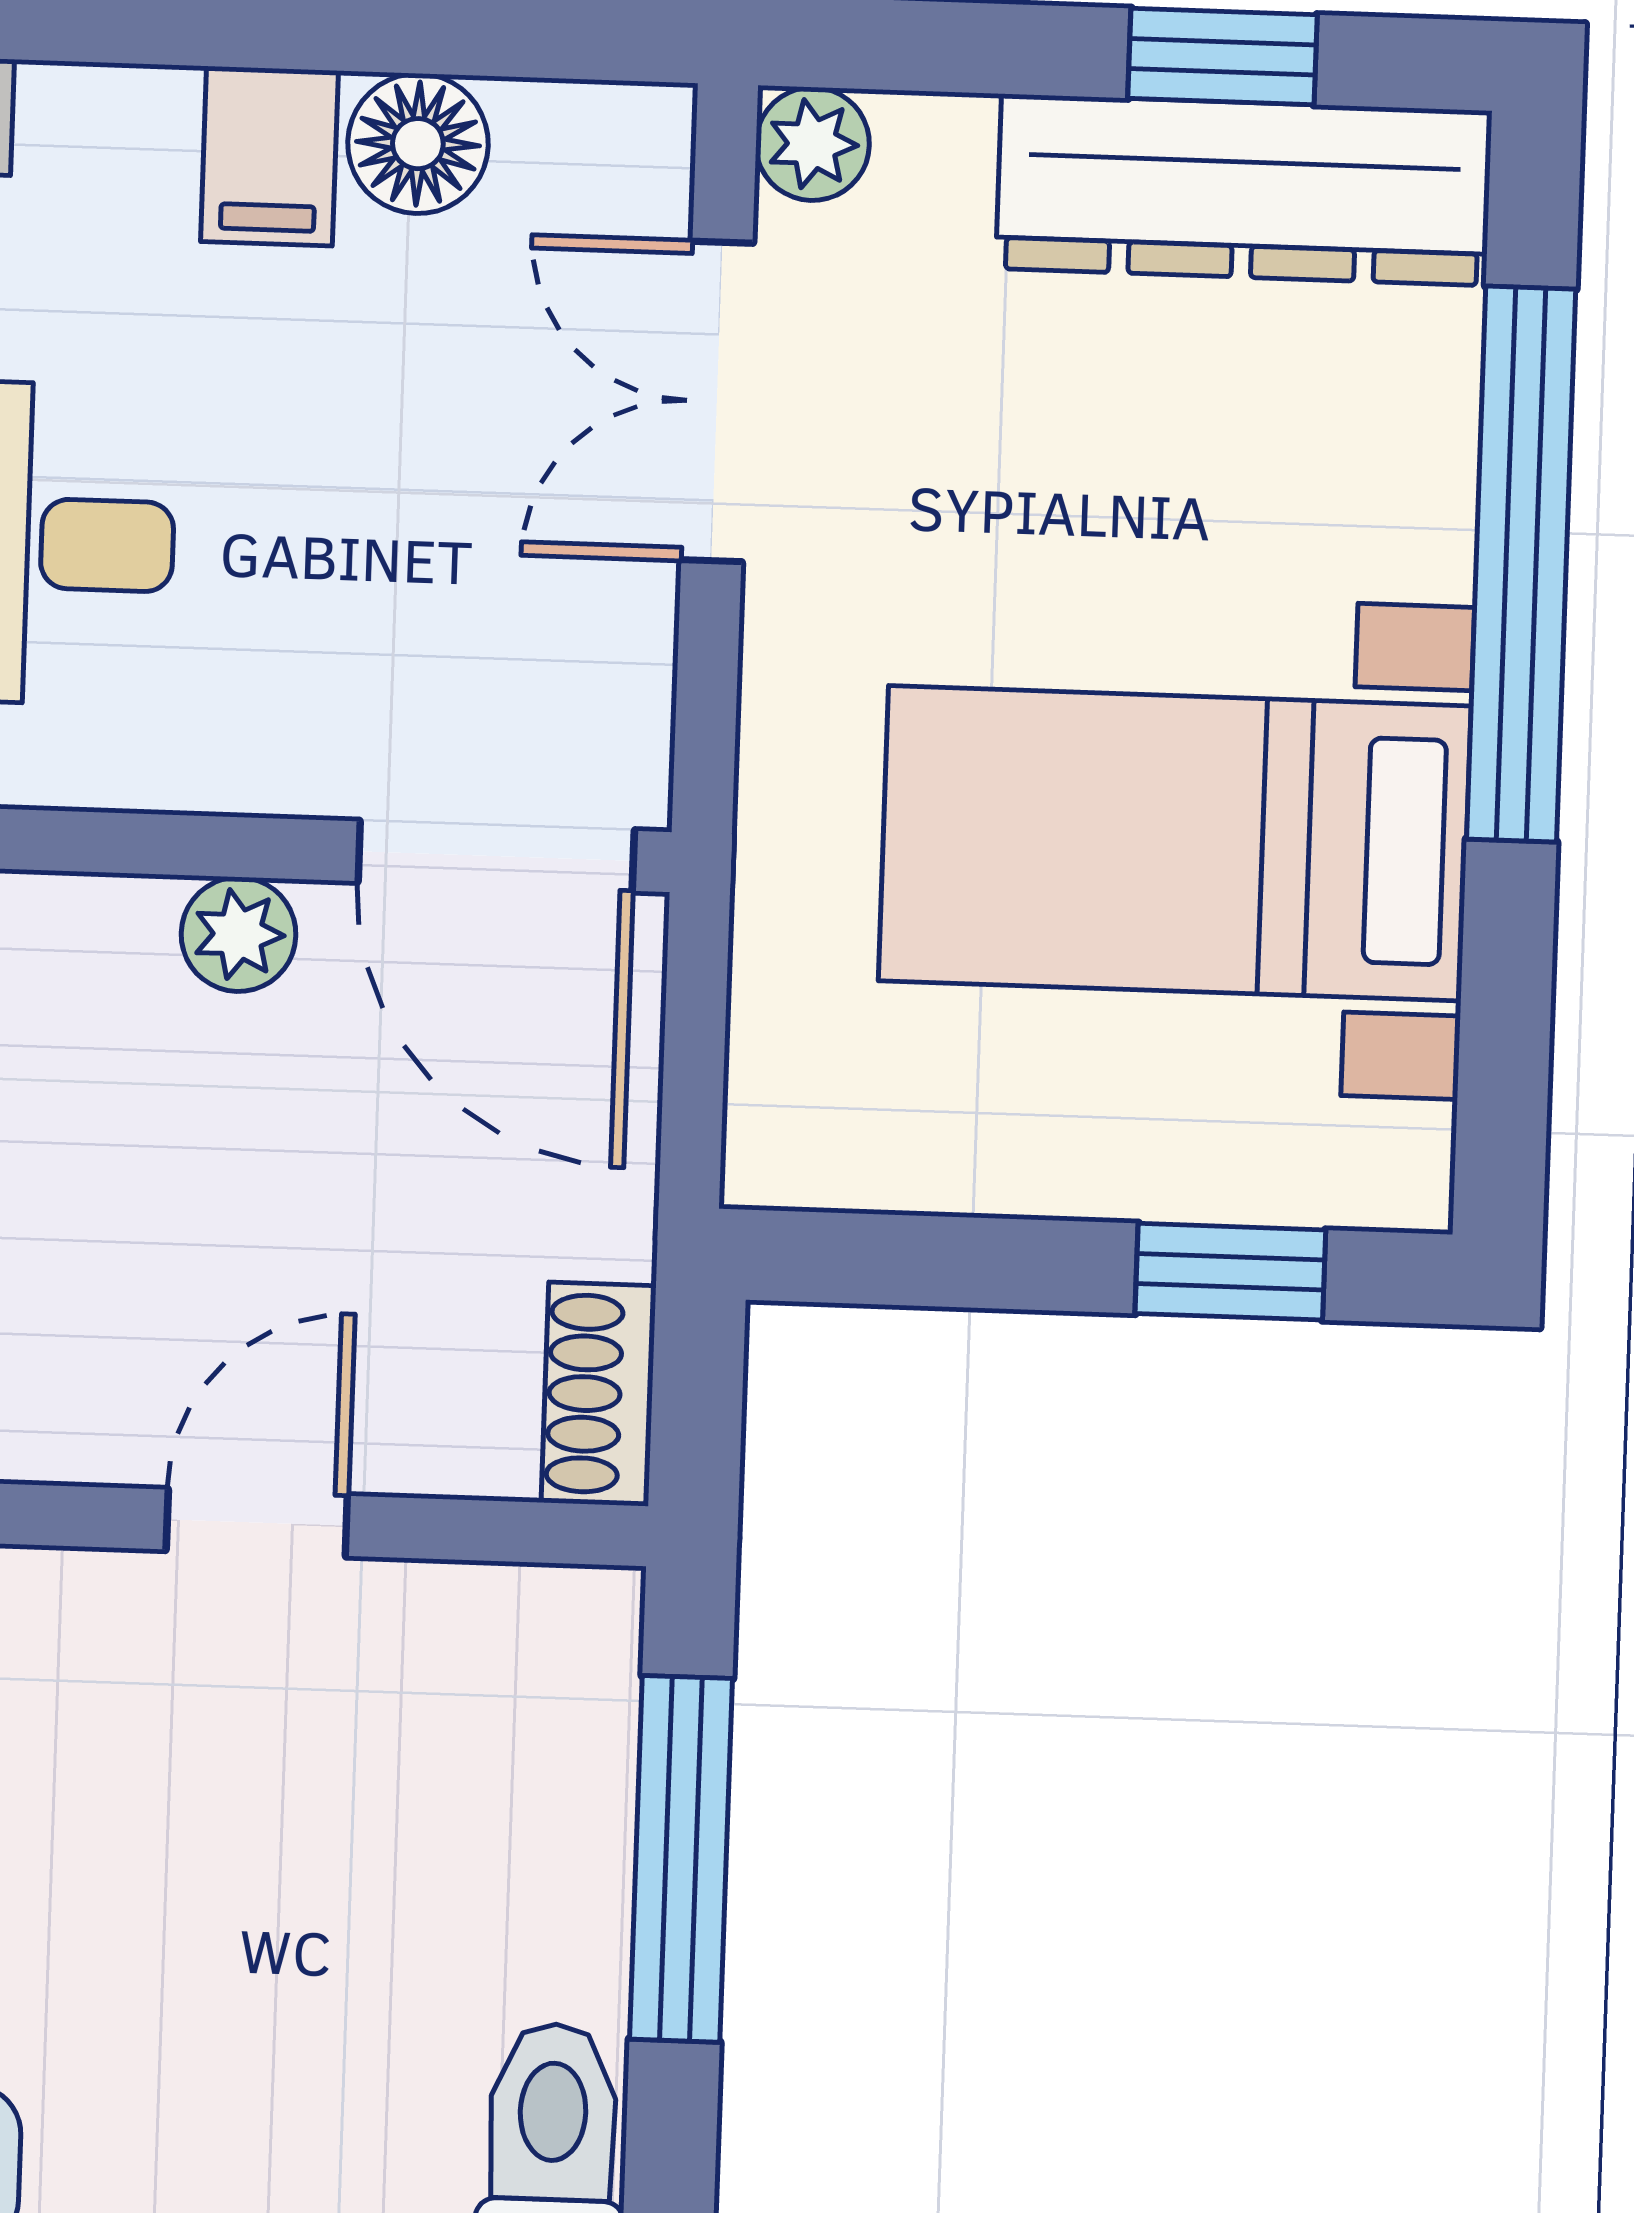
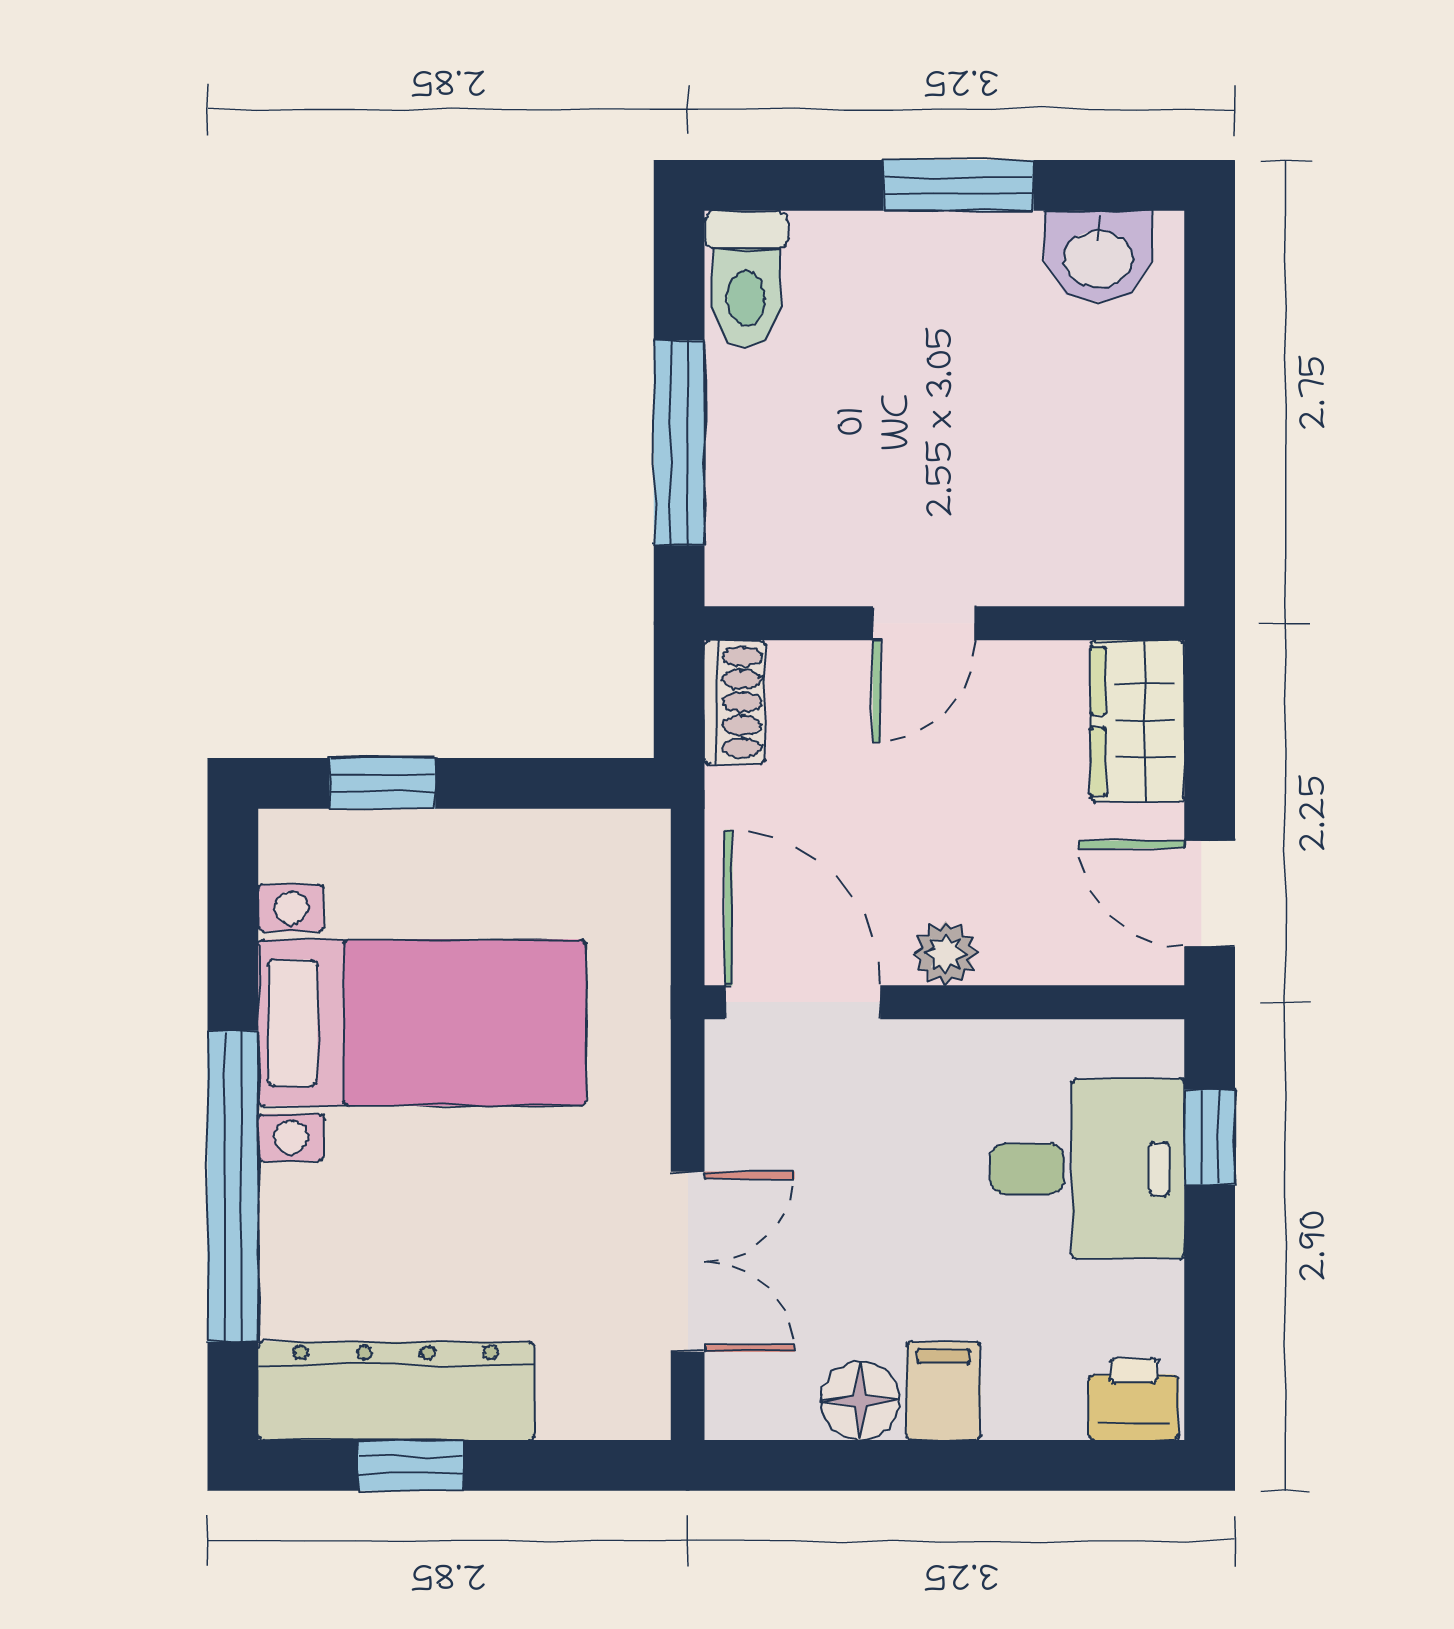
plant: (813, 144) -> (639, 1408), removed

